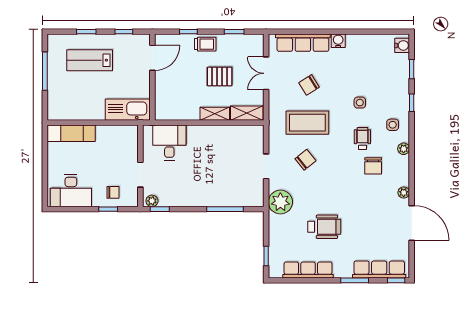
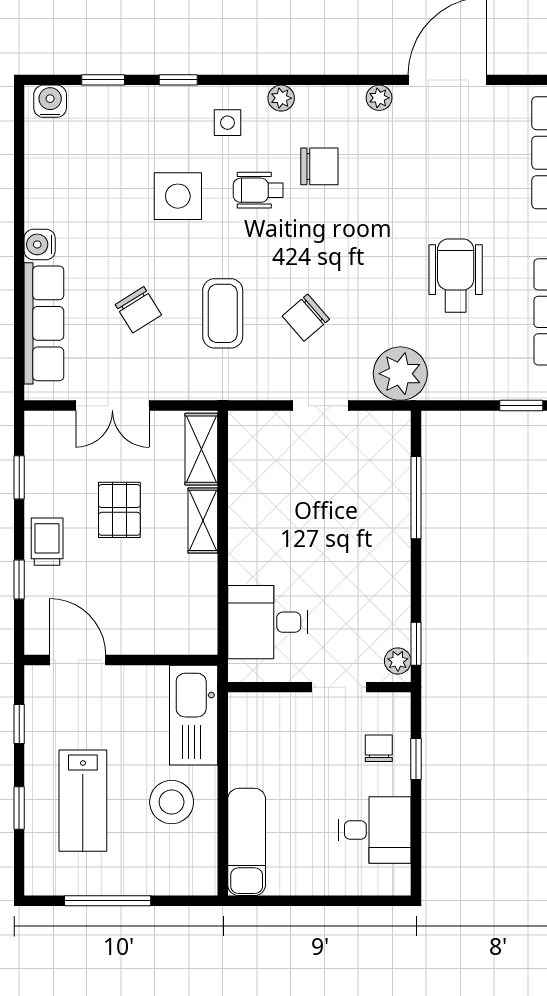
stool: (89, 100) -> (172, 802), added
side table: (360, 103) -> (178, 196), width x1.87, depth x1.87
coffee table: (307, 123) -> (223, 313), width x0.73, depth x0.76
chair: (305, 160) -> (306, 318), turned -92
desk: (71, 191) -> (375, 830), width x0.73

